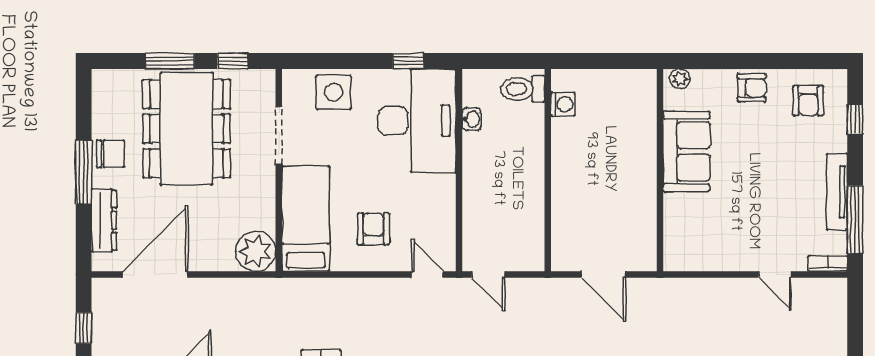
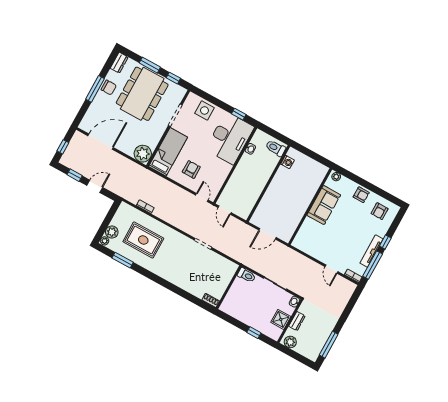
window: (855, 119) -> (385, 242), moved
dresser: (104, 220) -> (119, 63), moved, width x0.70
door: (603, 274) -> (267, 234), hinge flipped

